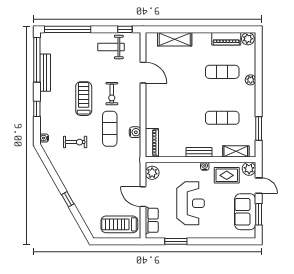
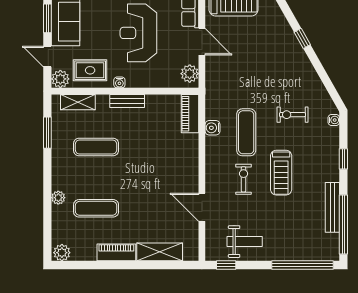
piano: (226, 39) -> (116, 252), moved

